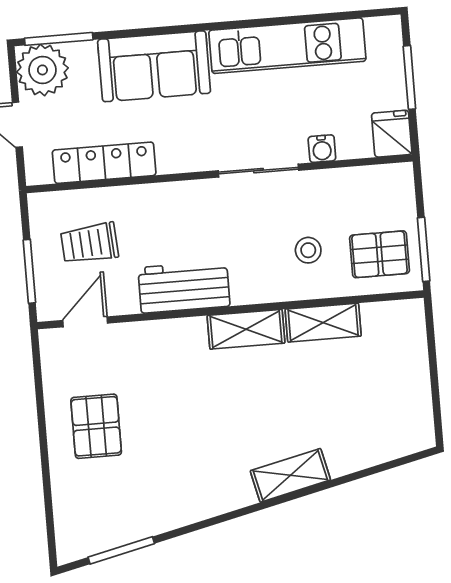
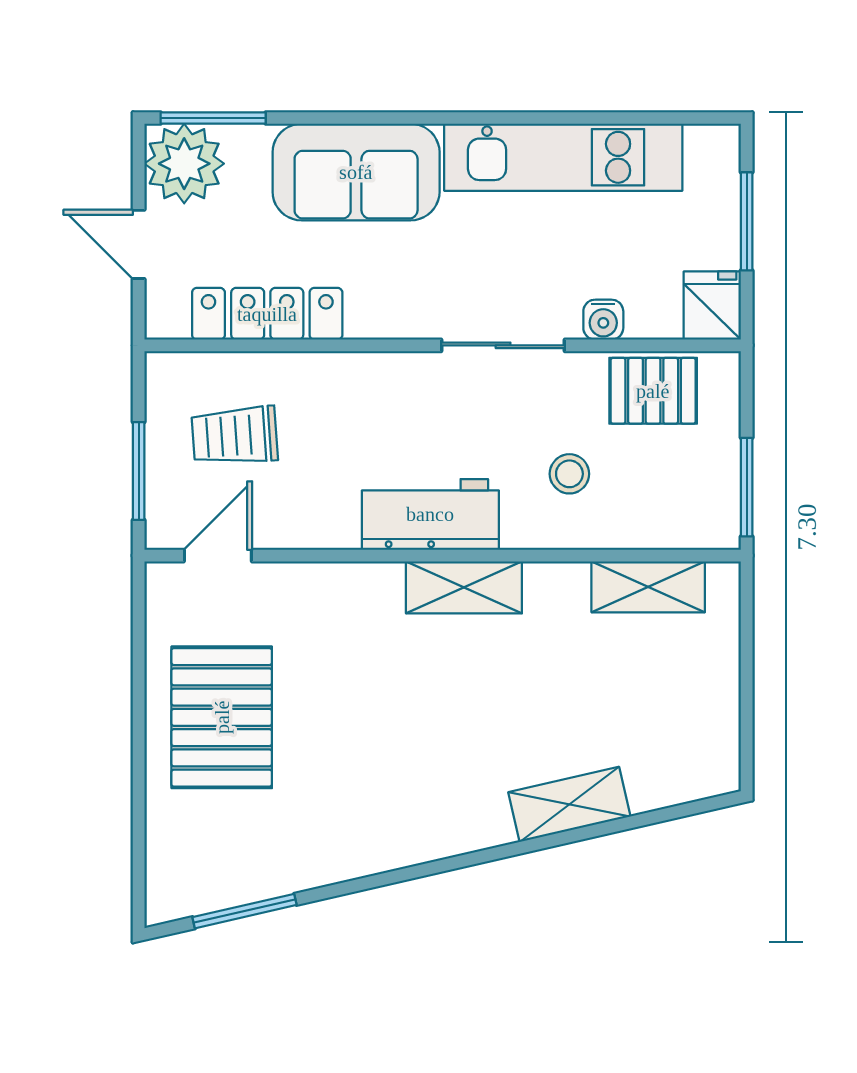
pallet: (380, 254) -> (653, 391), moved
workbench: (184, 287) -> (430, 514), moved
shelving: (323, 323) -> (648, 587), moved
pallet: (96, 426) -> (222, 717), width x1.50, depth x1.42
shelving: (290, 475) -> (569, 804), moved

